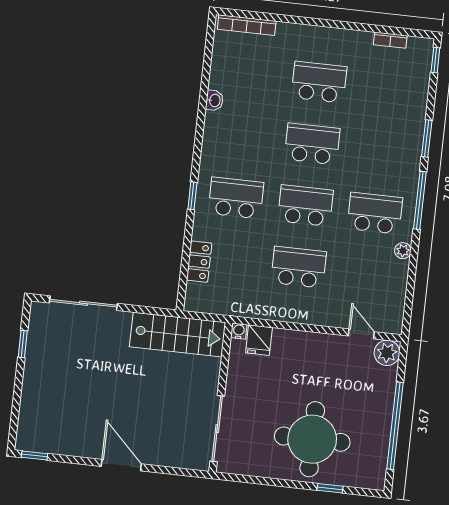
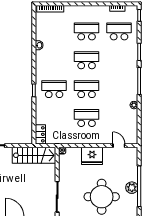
school desk: (375, 213) -> (119, 31), moved
locker: (199, 262) -> (40, 134), moved
fridge: (259, 340) -> (92, 156), moved, width x1.88, depth x1.34
plant: (387, 353) -> (132, 188), moved

